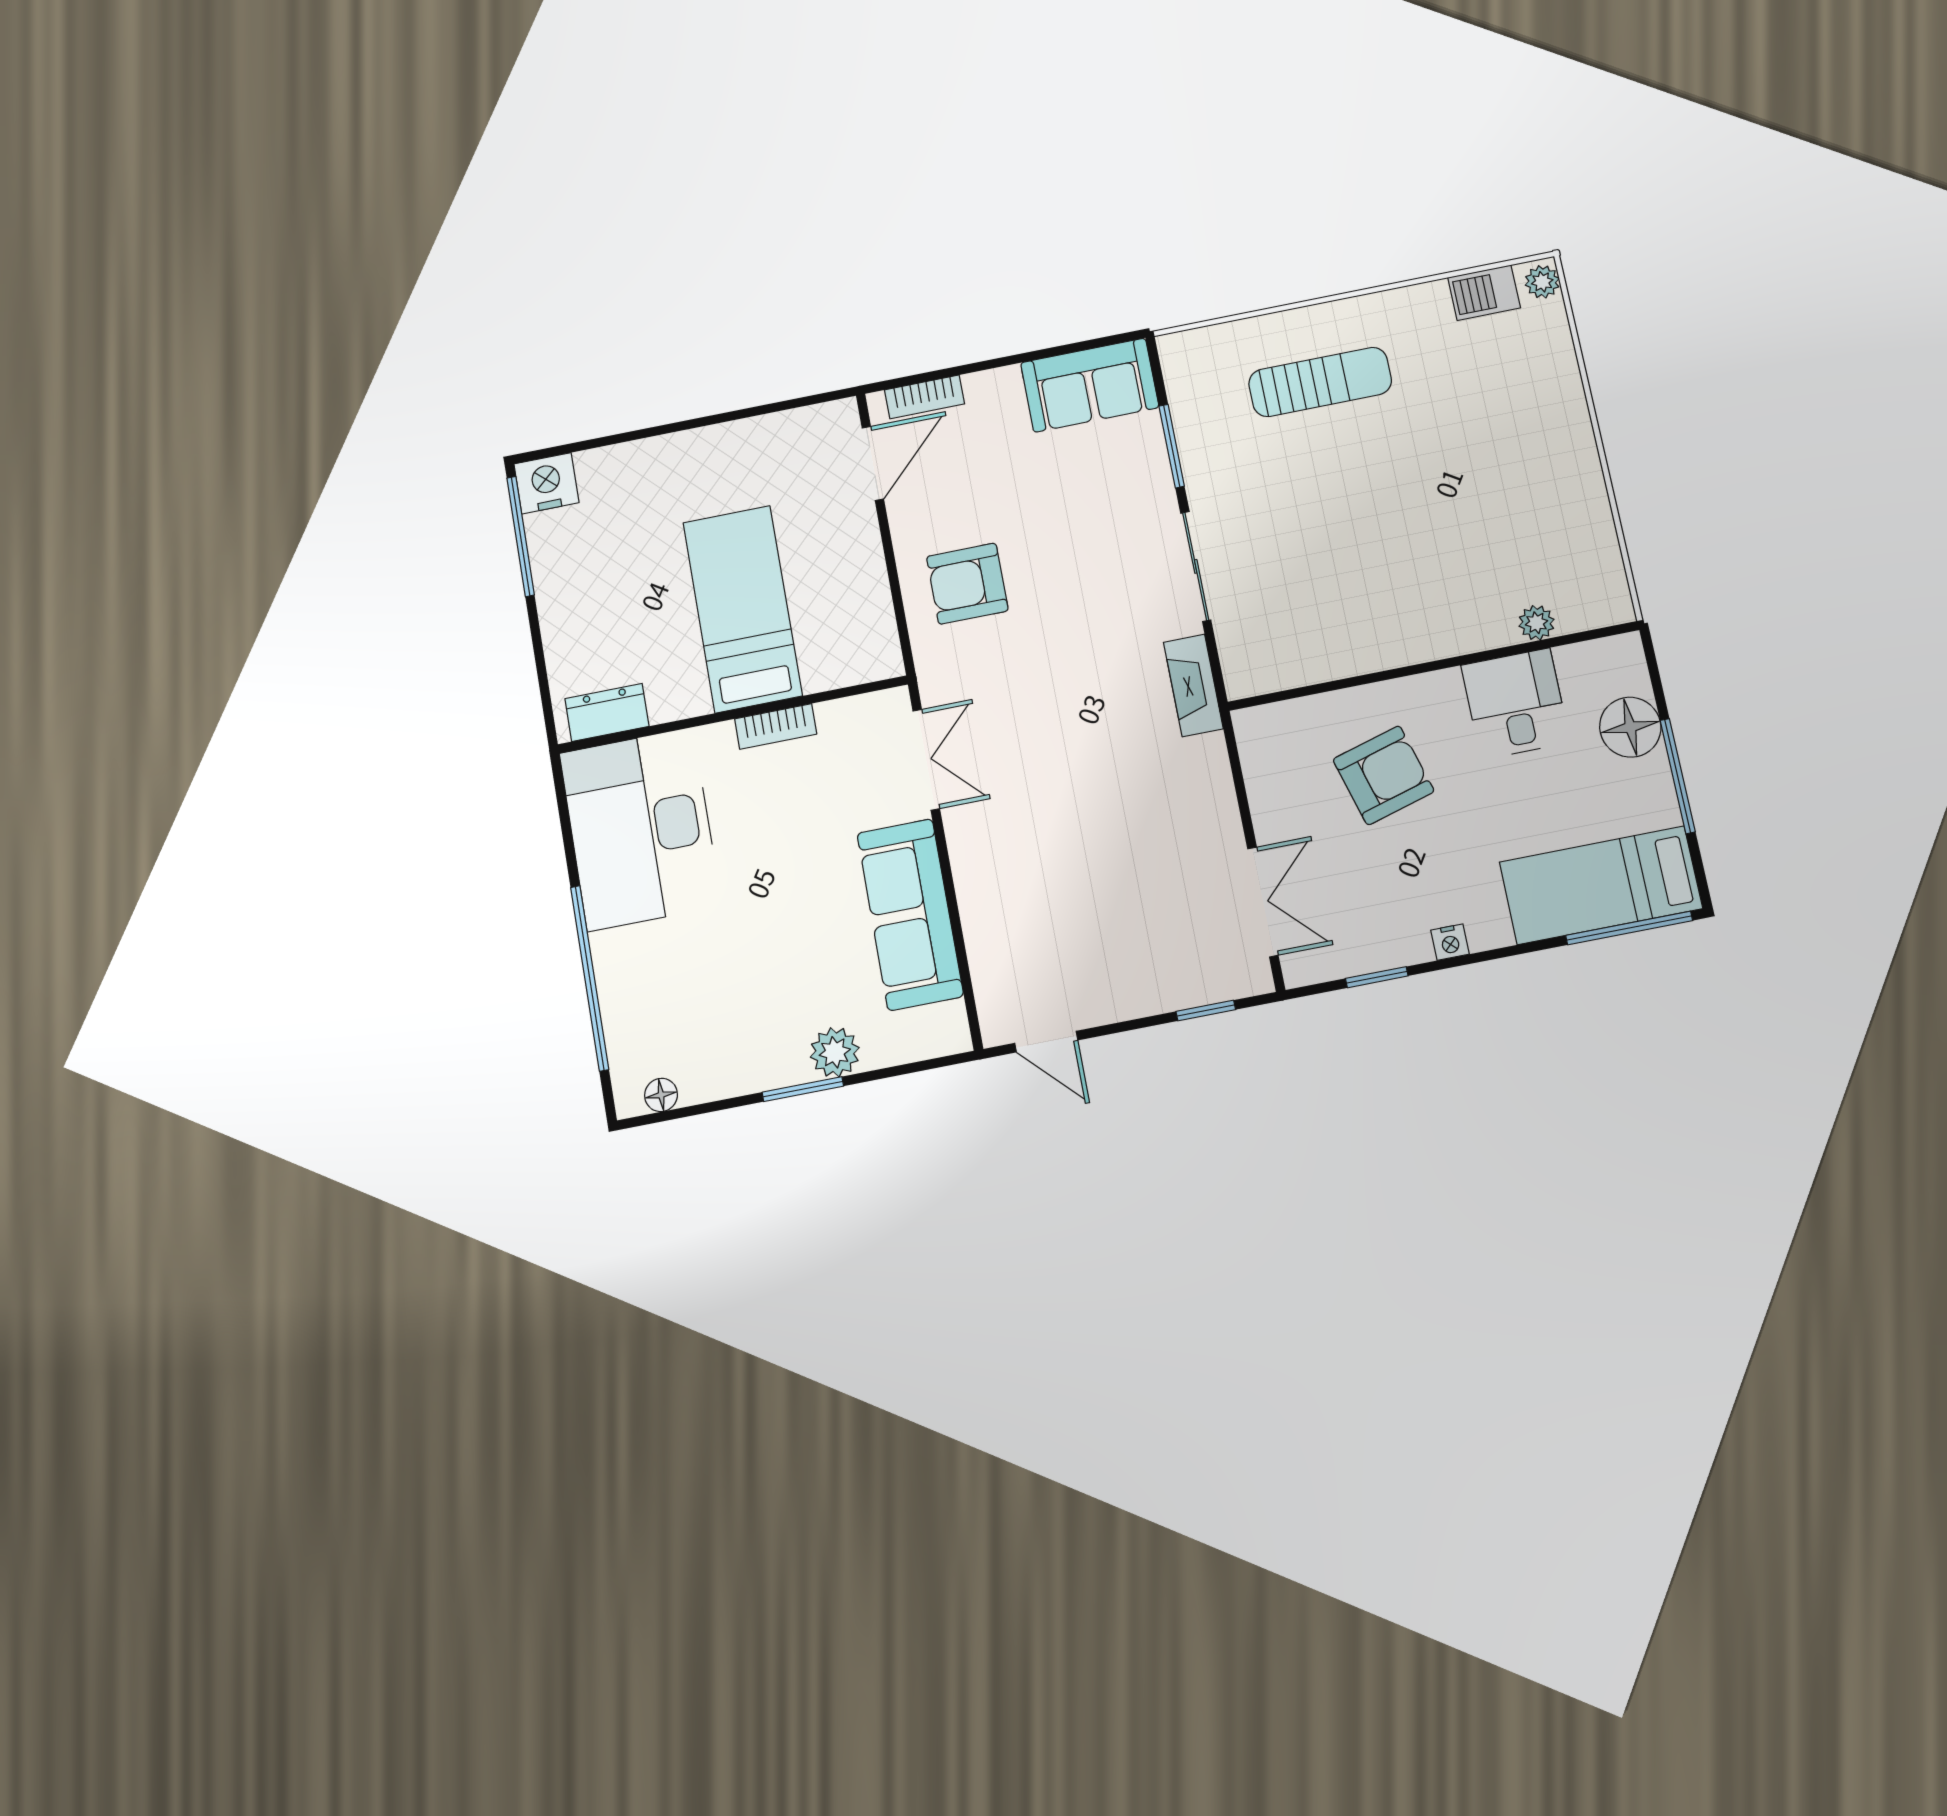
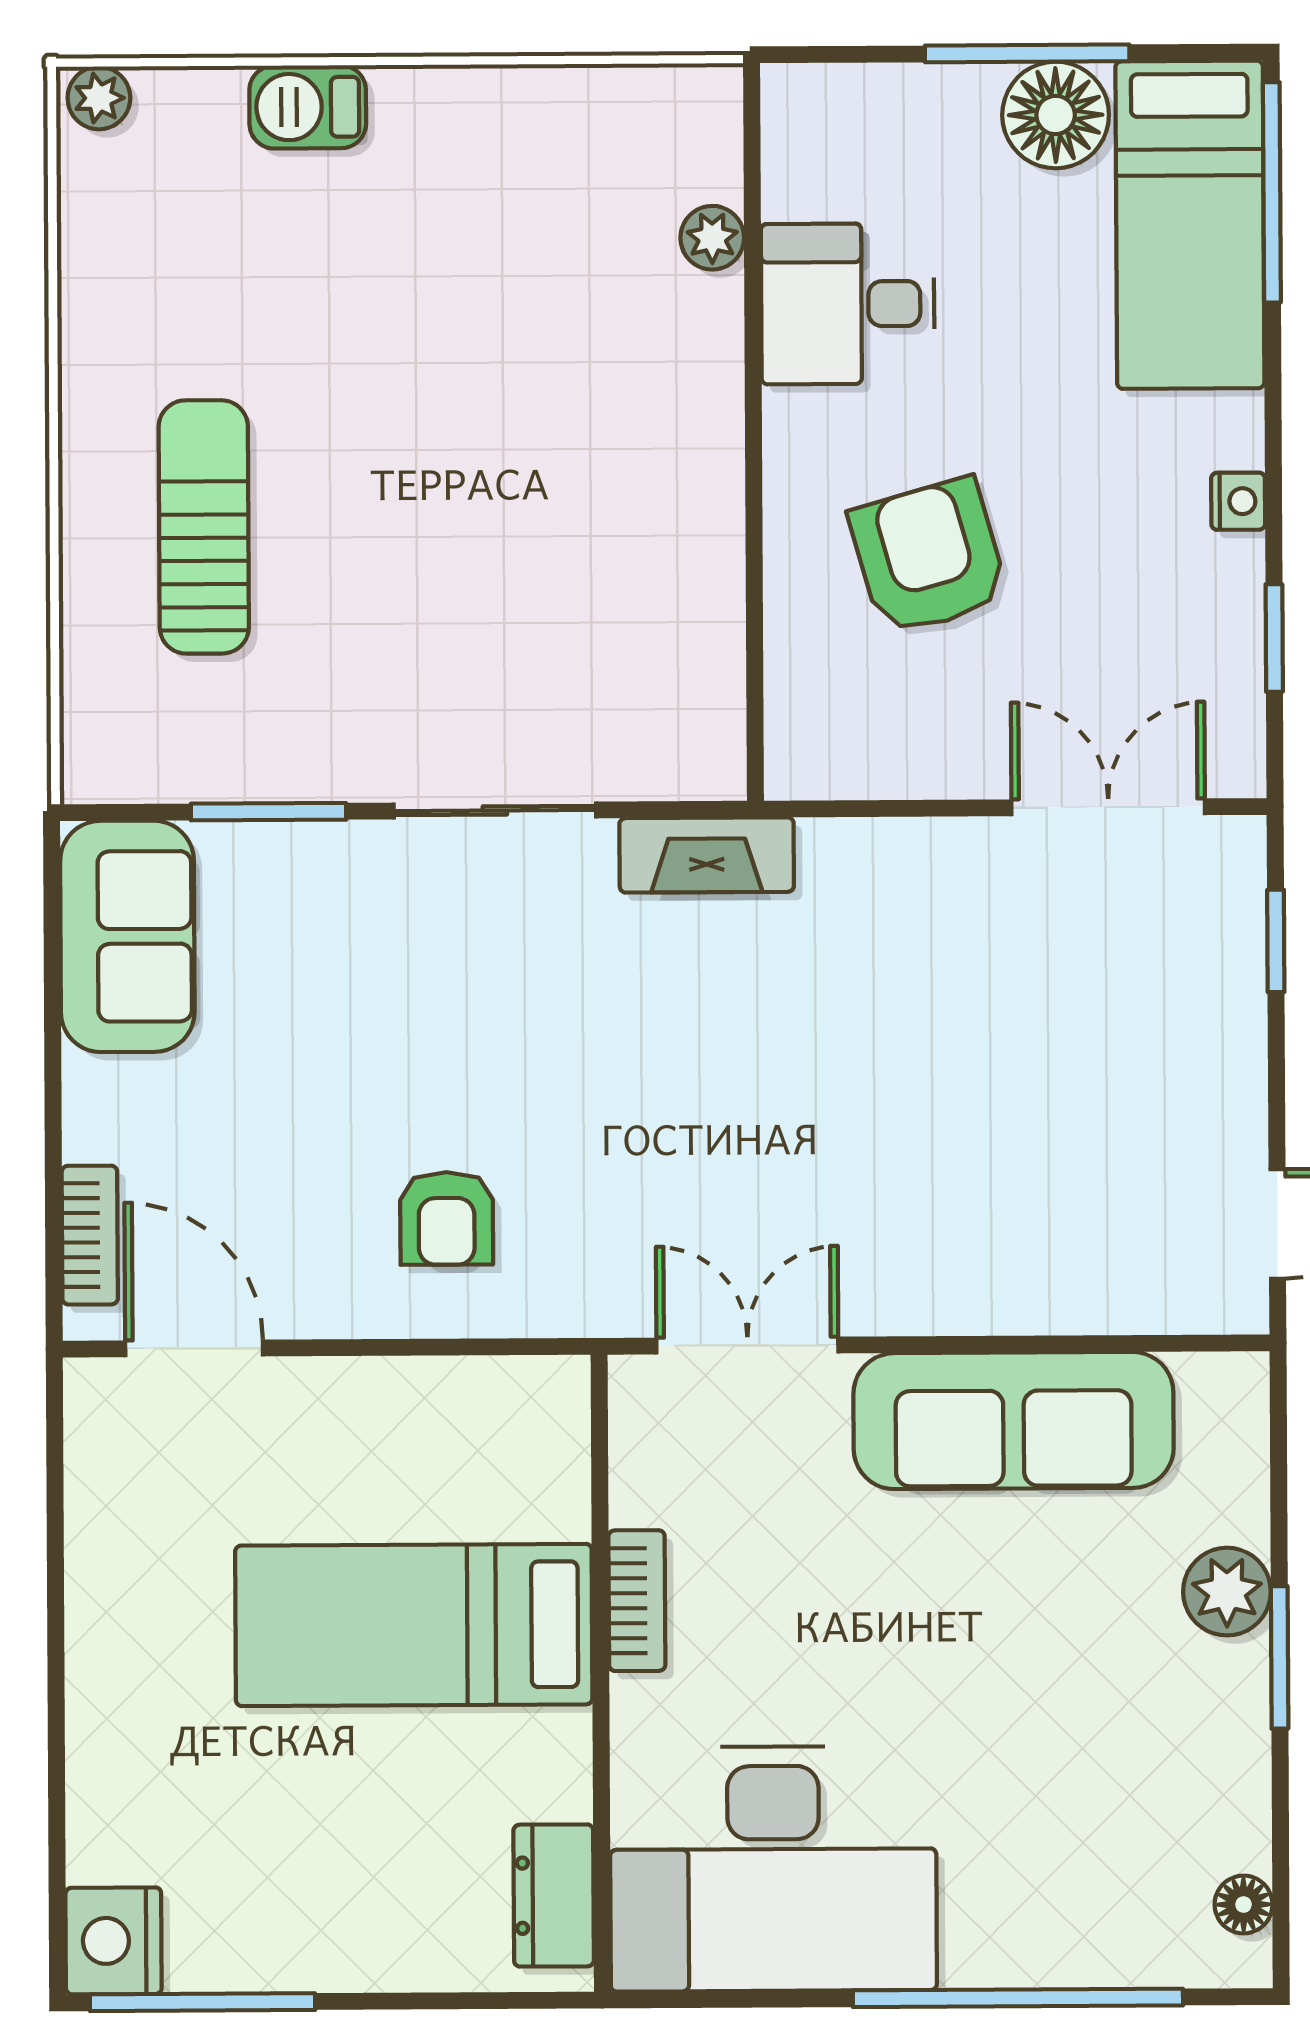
barbecue: (1484, 293) -> (308, 107), moved, turned 90
armchair: (967, 584) -> (447, 1218), width x0.72, depth x0.72
floor lamp: (1630, 727) -> (1056, 115), moved

